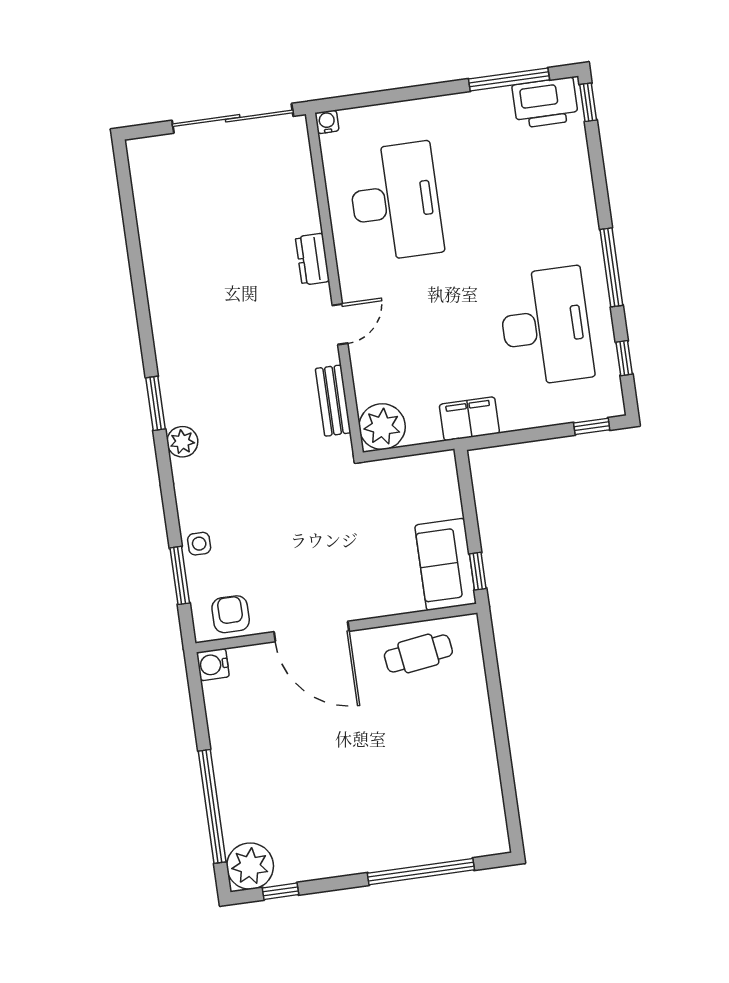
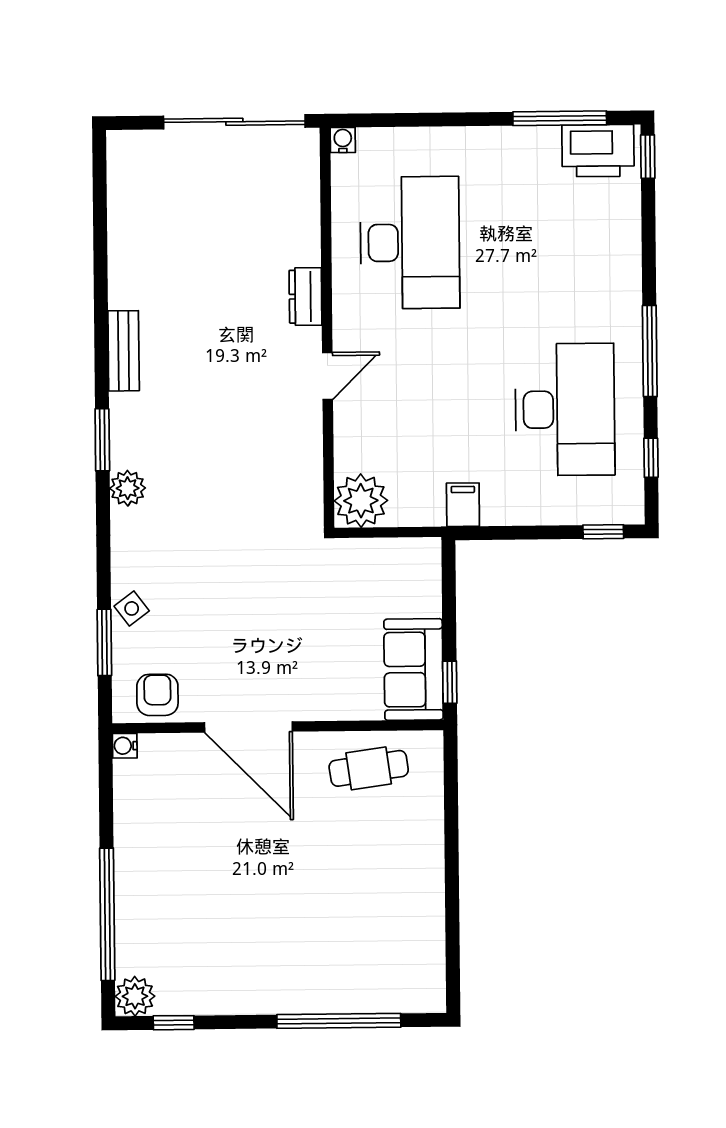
bench: (333, 401) -> (124, 351), moved
filing cabinet: (469, 419) -> (463, 505), width x0.50
side table: (199, 544) -> (132, 608), turned -37
water cooler: (213, 665) -> (125, 746), width x0.72, depth x0.72
plant: (250, 866) -> (135, 996), width x0.73, depth x0.73

